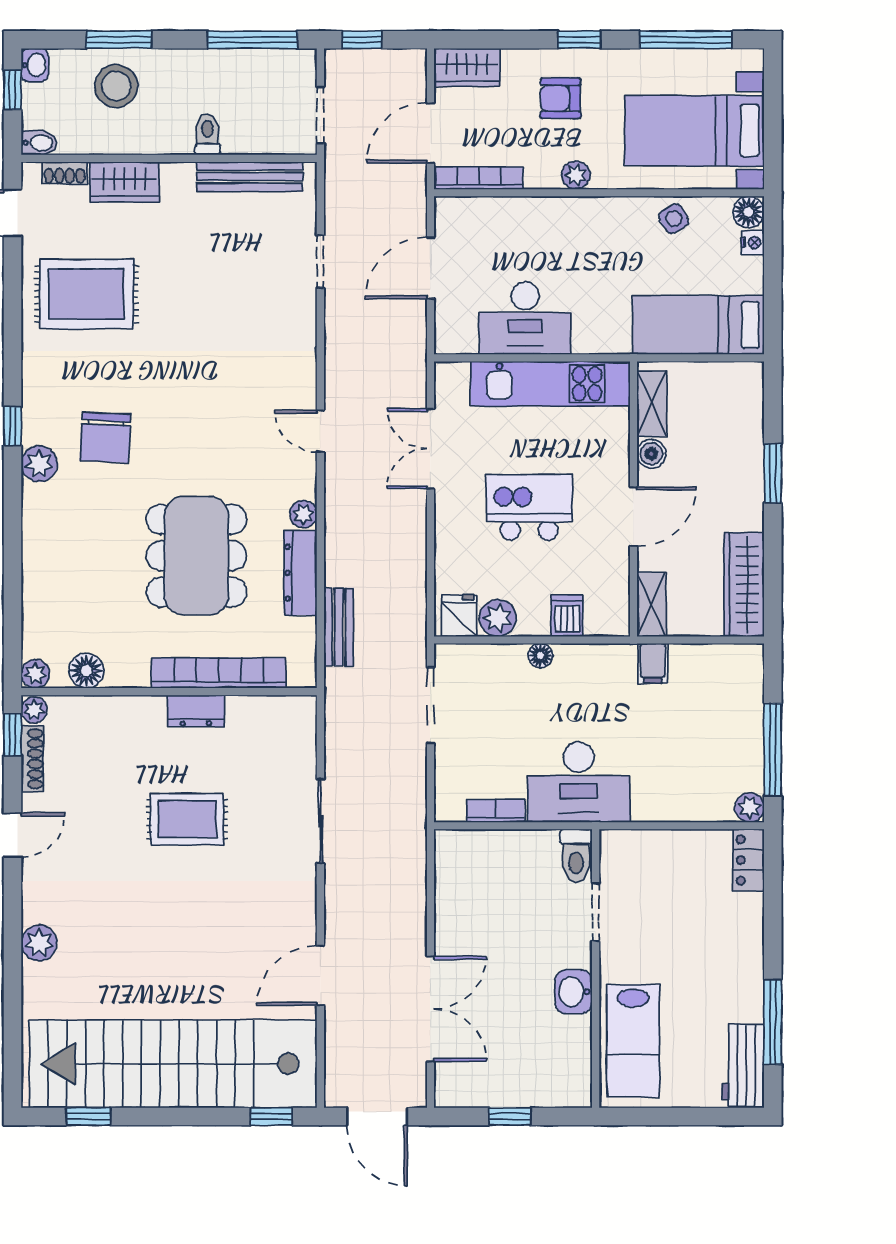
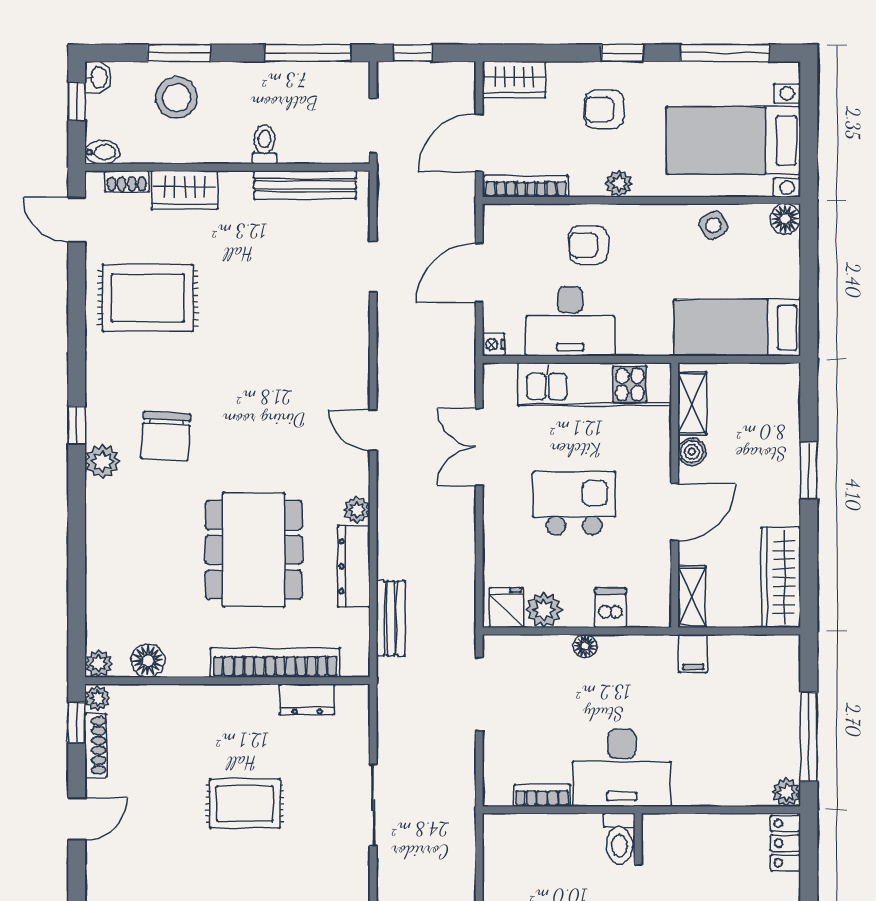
armchair: (544, 239) -> (588, 245), added
nightstand: (753, 243) -> (493, 344), moved, turned 180
dresser: (196, 711) -> (307, 699), moved

